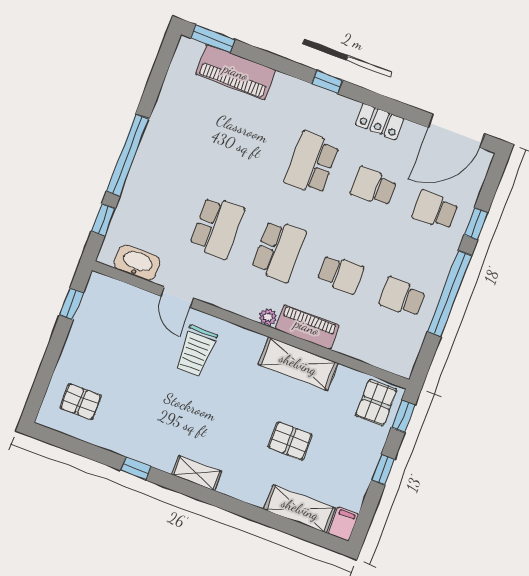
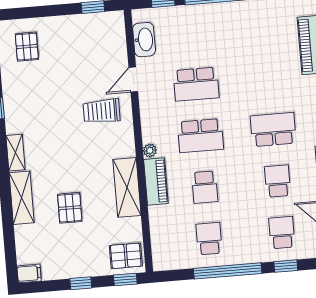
shelving: (300, 509) -> (22, 198), moved

